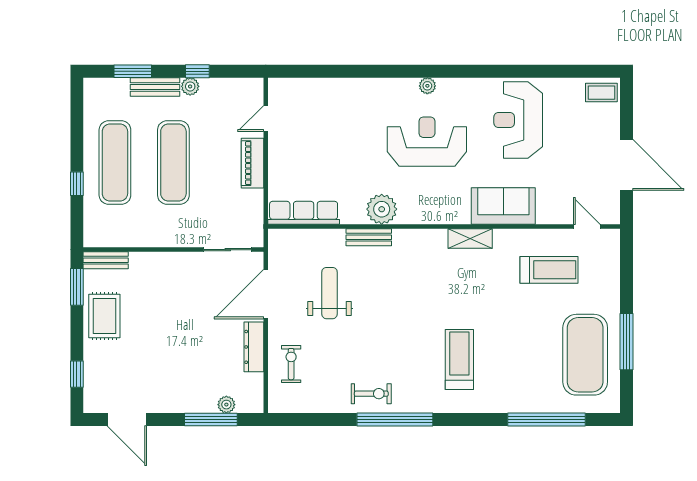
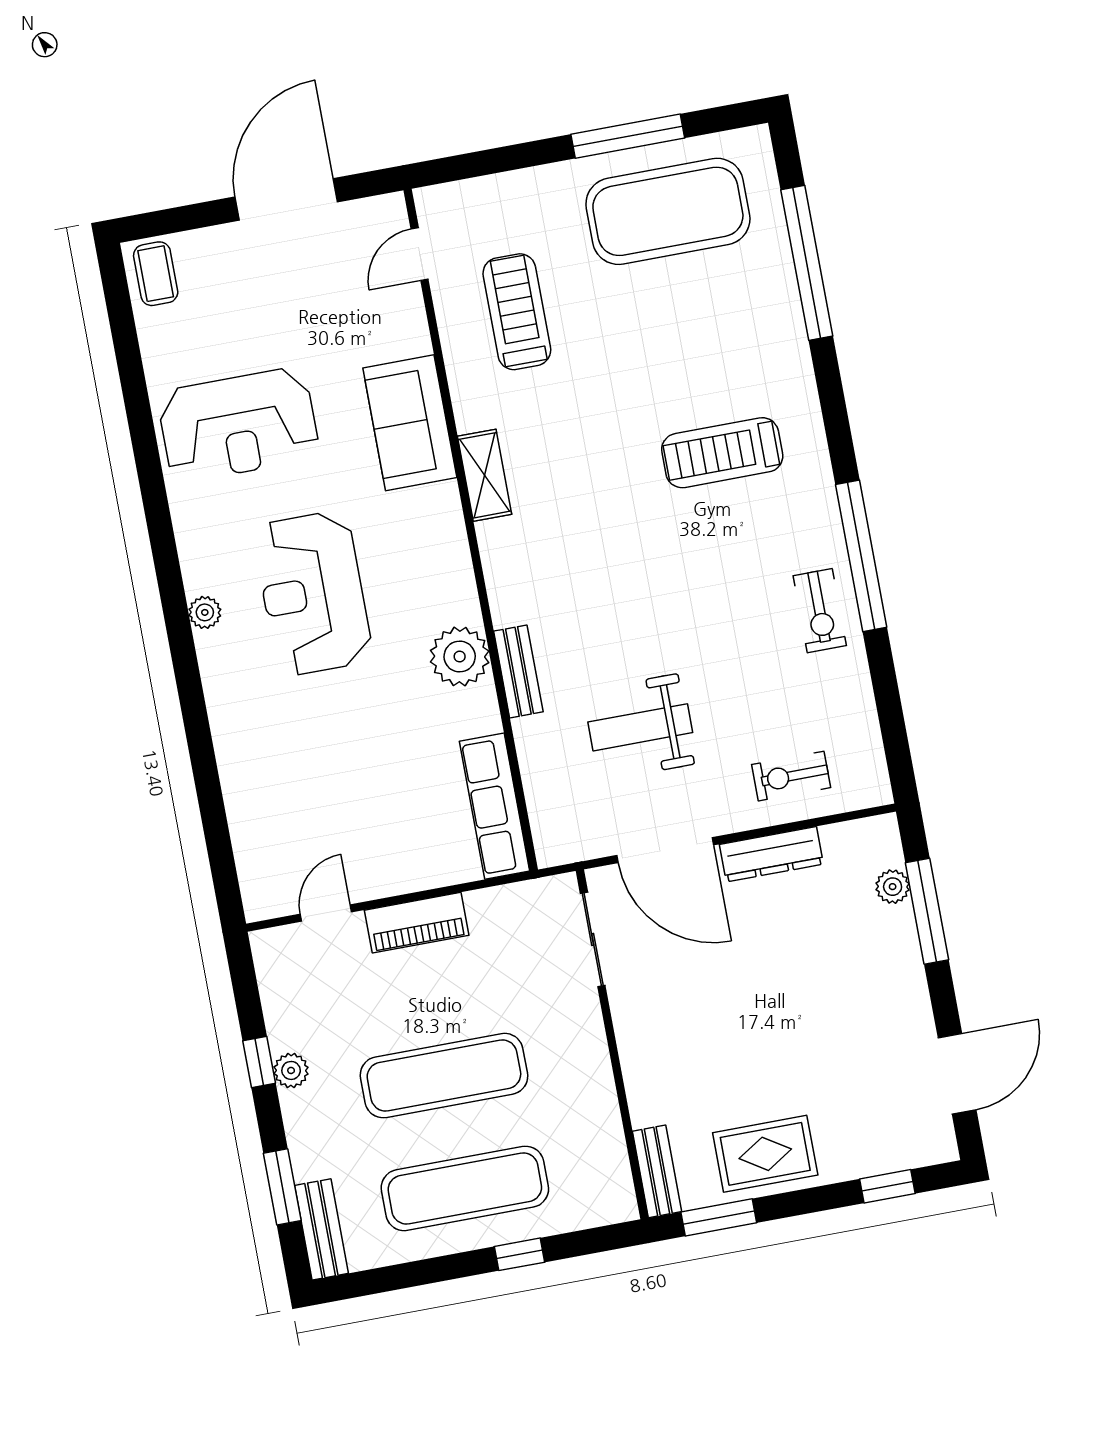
bench: (155, 87) -> (321, 1229), moved
door: (266, 118) -> (326, 913), swing flipped
exercise bike: (371, 394) -> (820, 611), turned 180

